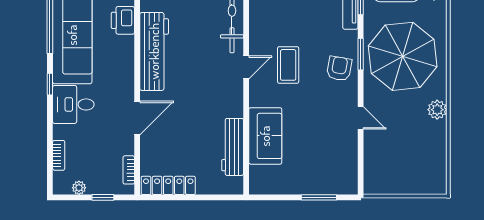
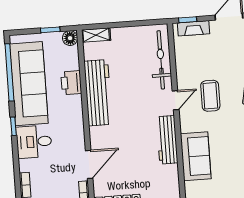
printer: (123, 20) -> (71, 83), moved
door: (137, 118) -> (89, 164), moved
workbench: (233, 147) -> (167, 140), moved

